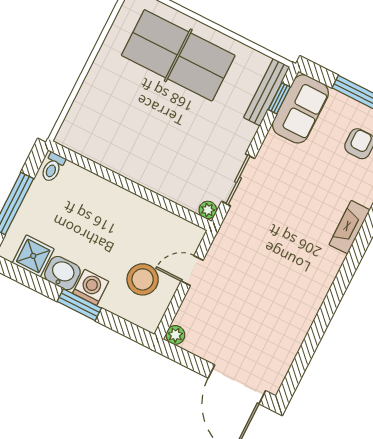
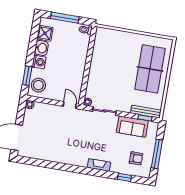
sofa: (300, 109) -> (132, 127), moved
door: (192, 271) -> (70, 105), moved
stool: (143, 279) -> (38, 85), moved
window: (79, 305) -> (27, 76), moved

